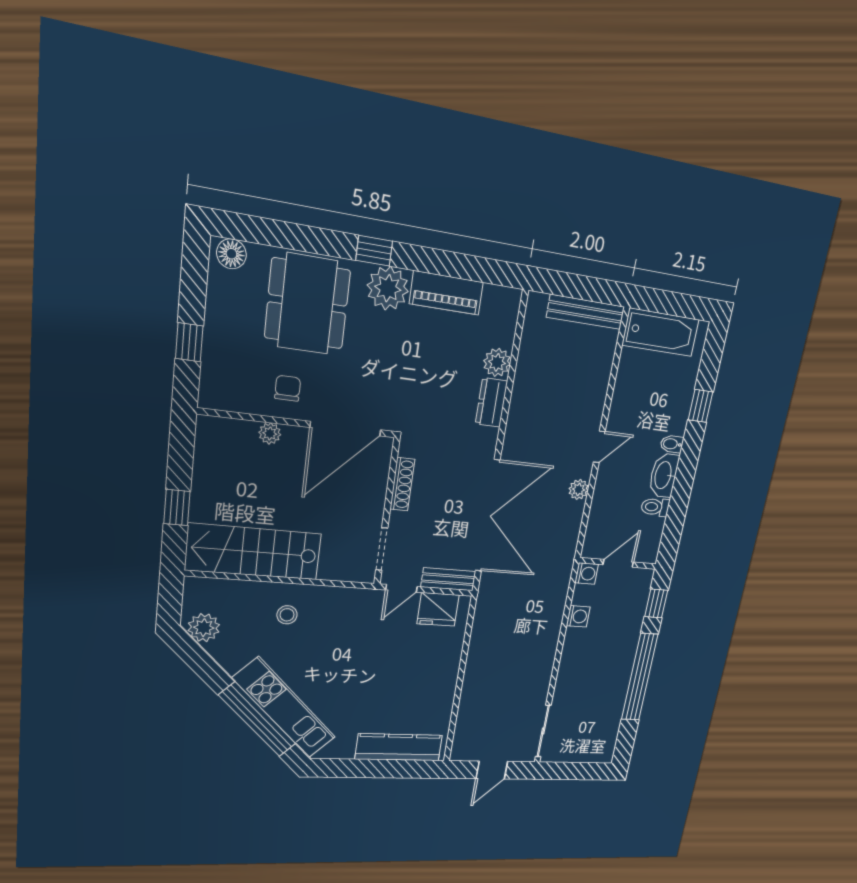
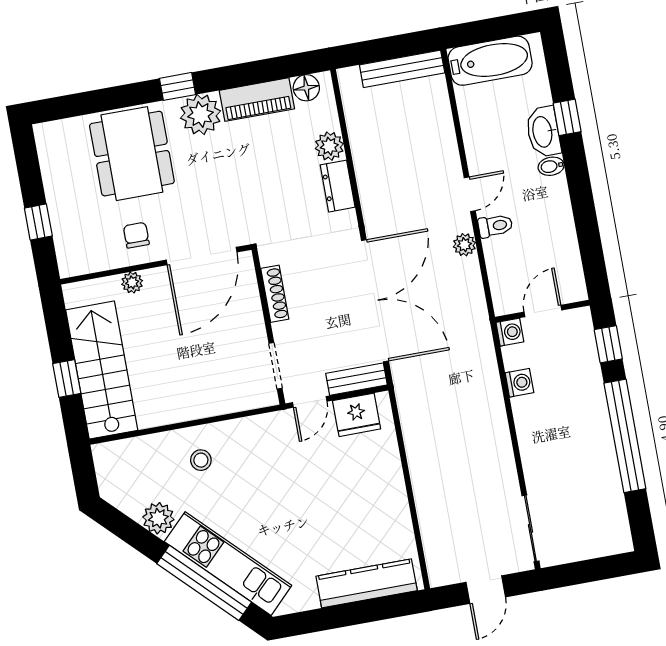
floor lamp: (231, 254) -> (306, 88), moved
washbasin: (664, 475) -> (543, 132), moved
toilet: (655, 507) -> (495, 226), moved, turned 180
stairs: (253, 552) -> (102, 370), moved, turned 90
plant: (204, 628) -> (158, 518), moved

